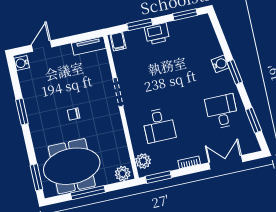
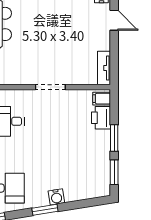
window: (140, 24) -> (114, 138), moved
printer: (157, 34) -> (101, 118), moved
chair: (74, 114) -> (38, 37), removed

